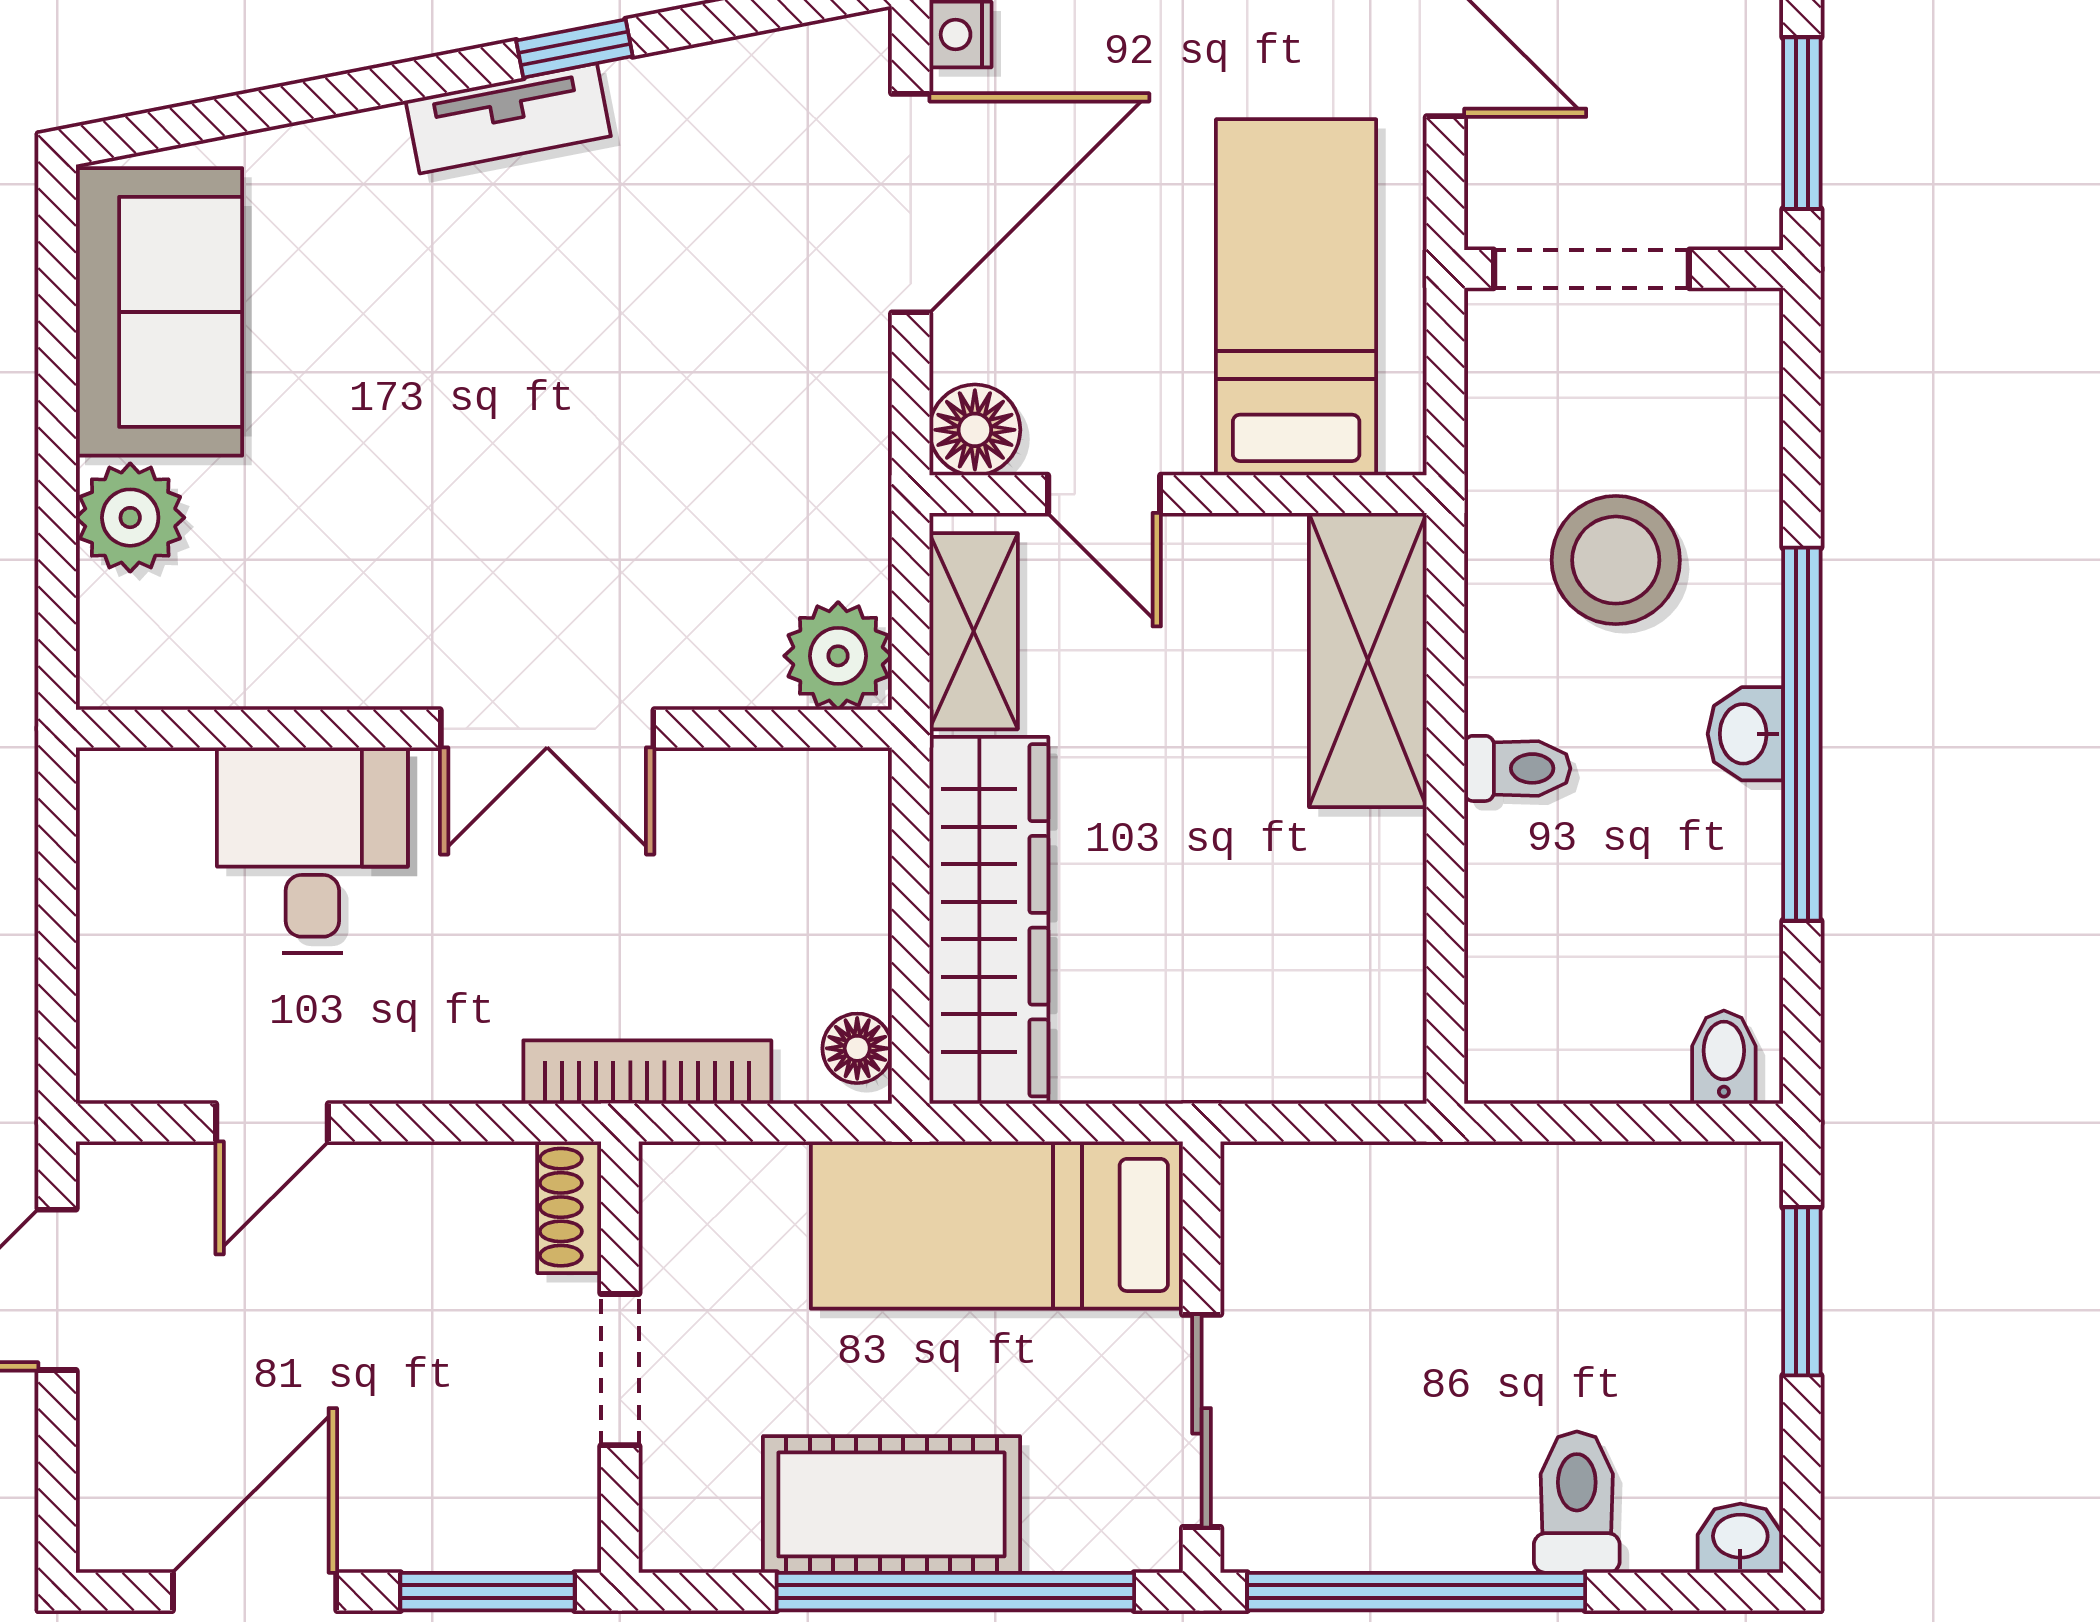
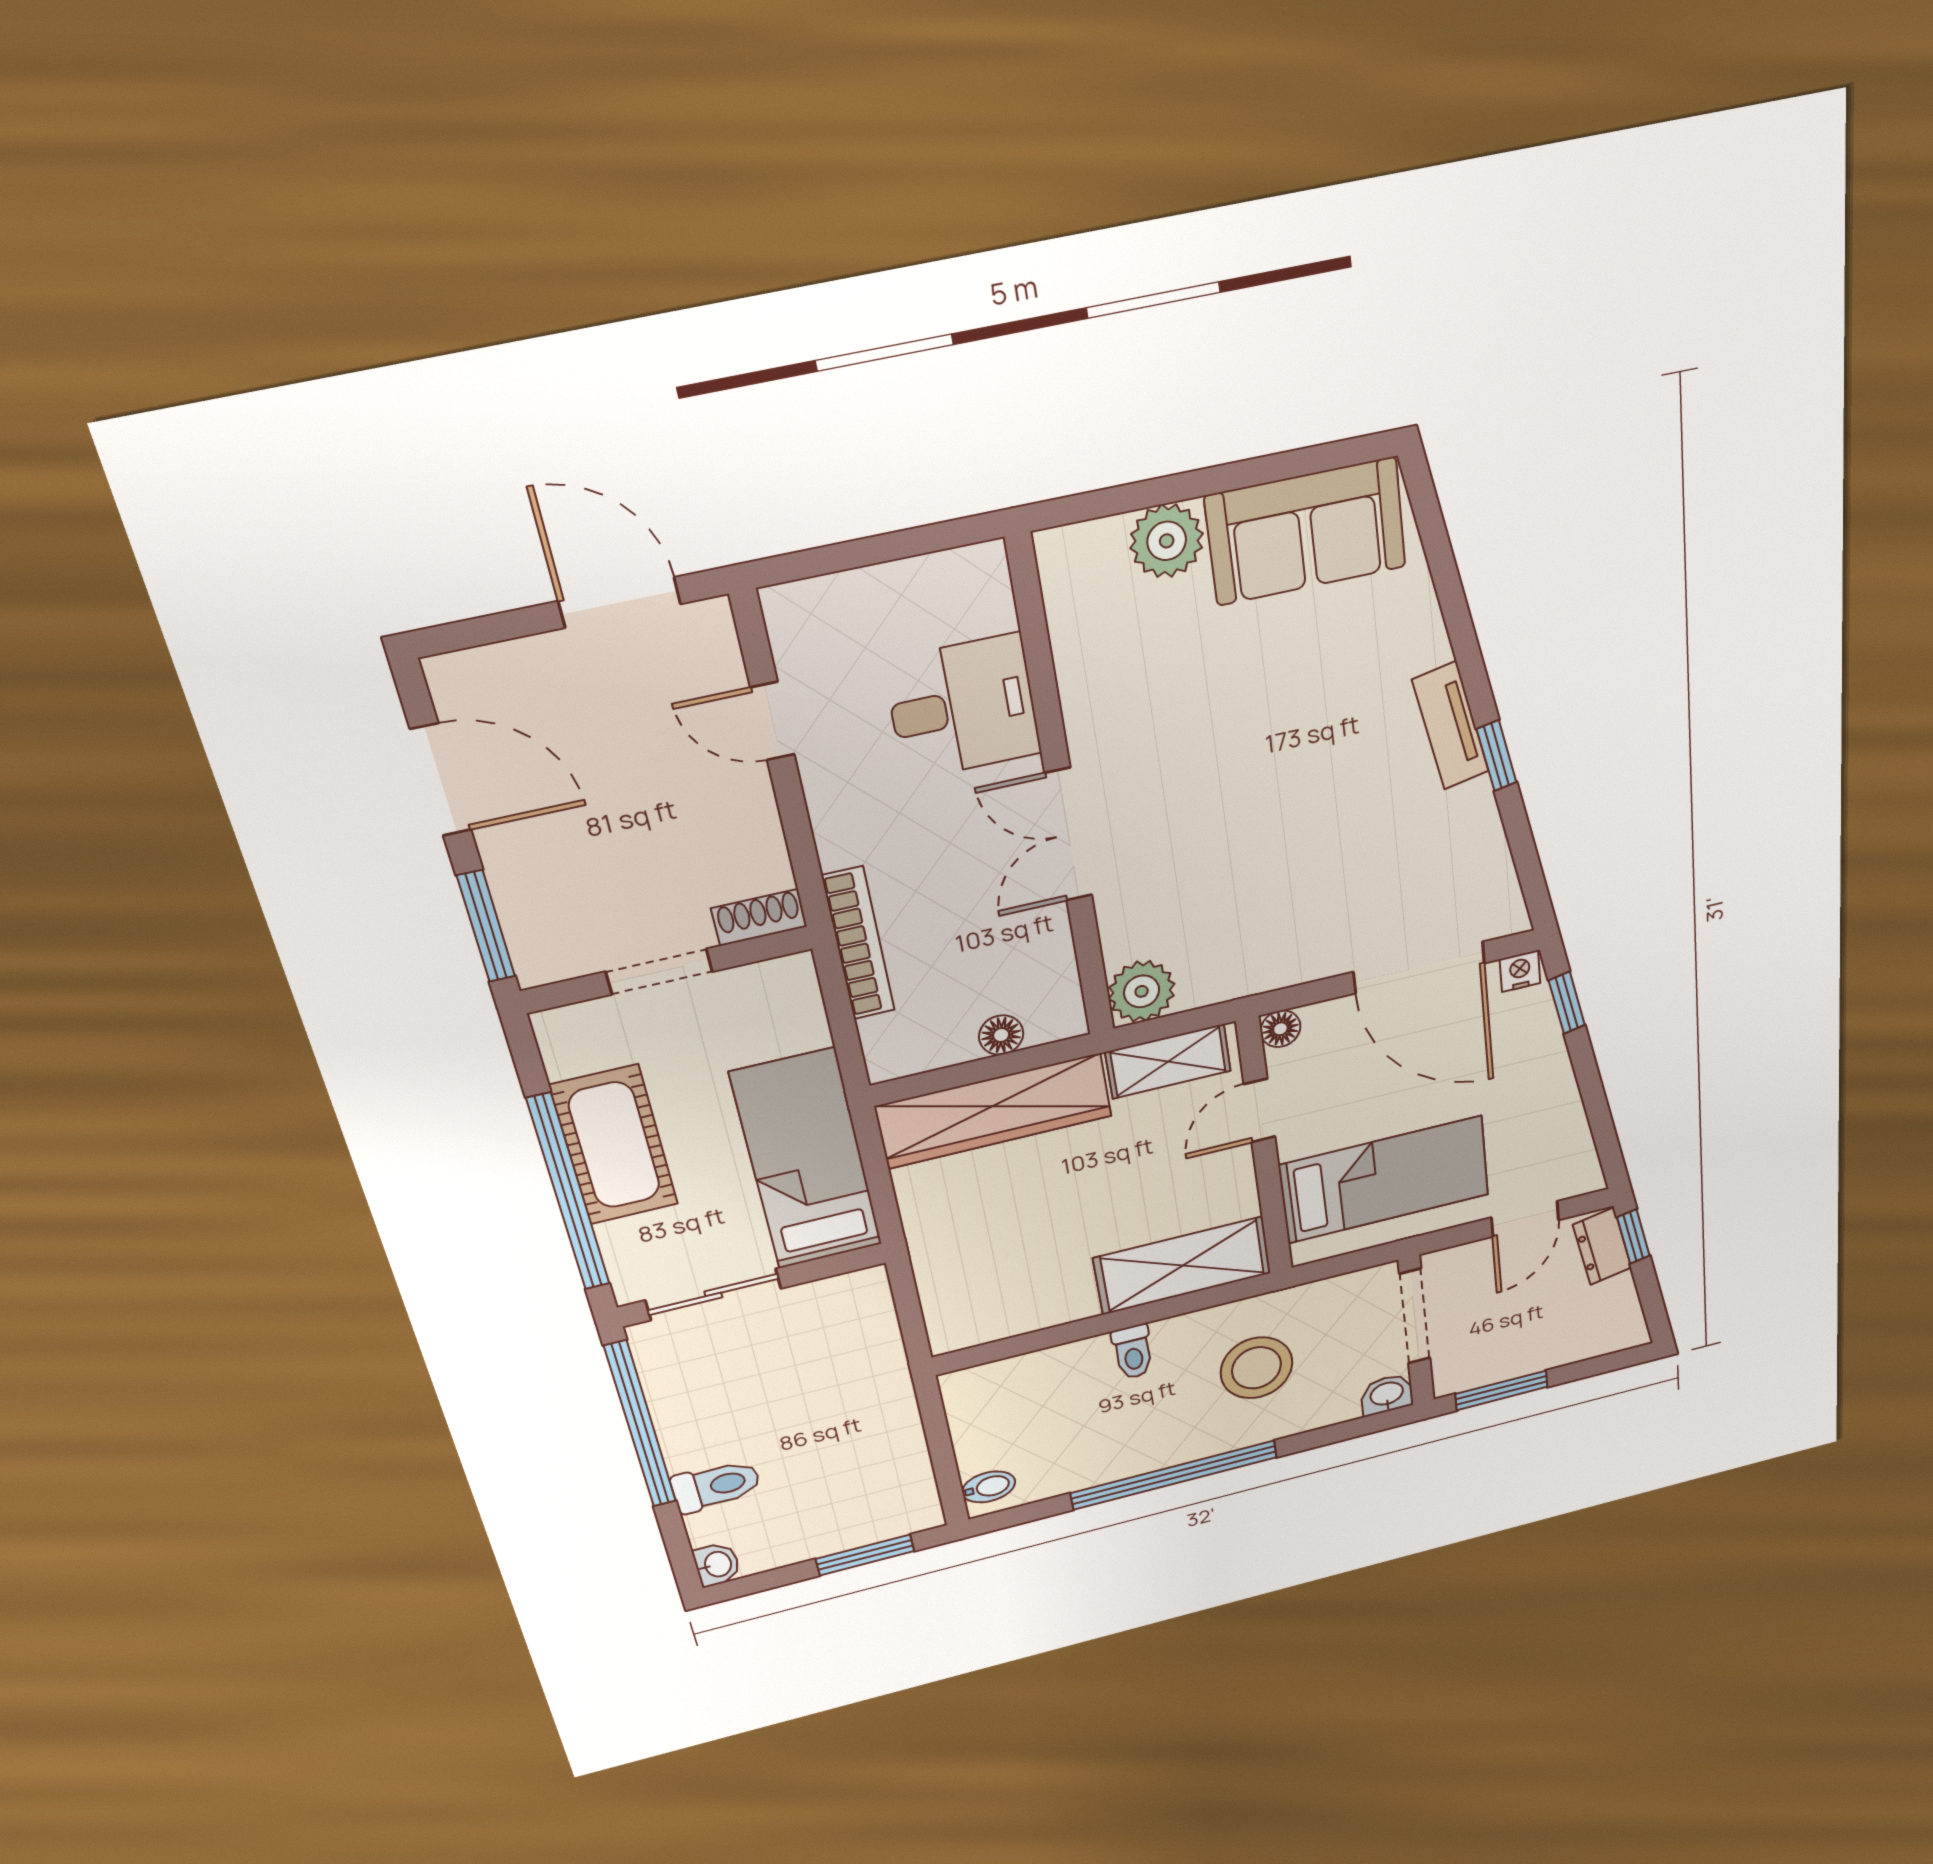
floor lamp: (975, 430) -> (1280, 1029), width x0.73, depth x0.73
washbasin: (1745, 734) -> (1387, 1395), moved
floor lamp: (857, 1048) -> (1001, 1035), moved

